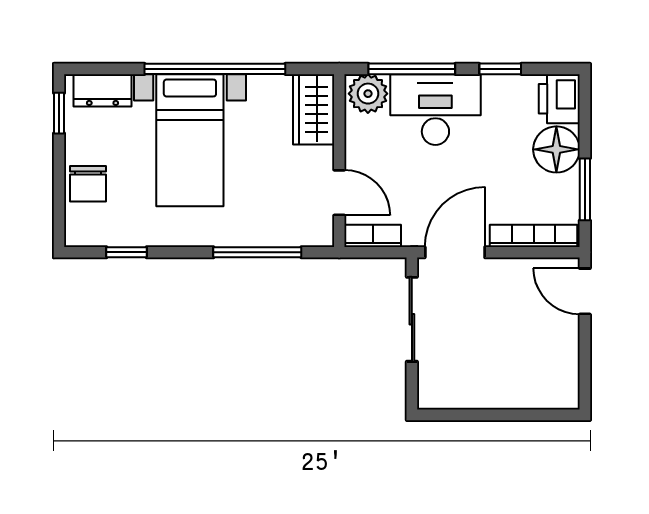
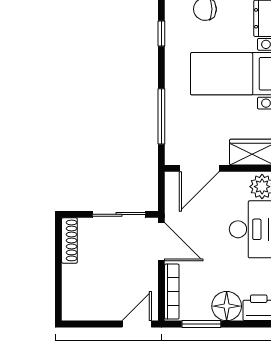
door: (339, 193) -> (199, 168), width x1.37
bookcase: (373, 236) -> (172, 190), removed
shoe rack: (453, 397) -> (69, 240), added

